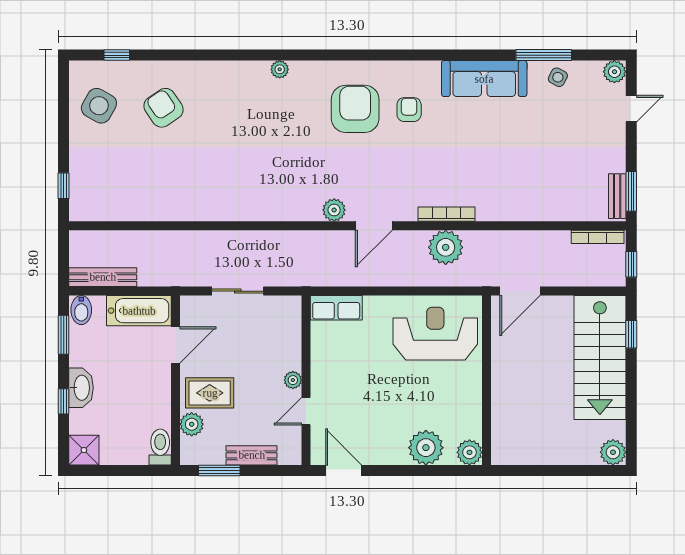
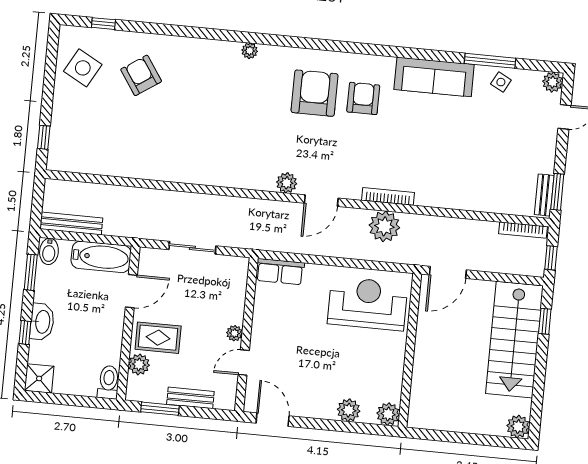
armchair: (409, 110) -> (363, 98), width x1.38, depth x1.38
plant: (426, 448) -> (349, 410), width x0.73, depth x0.73

